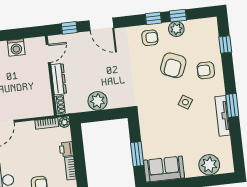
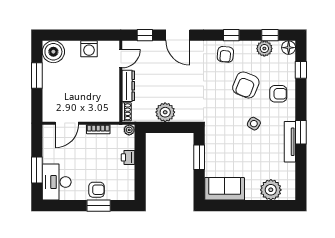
window: (178, 16) -> (270, 35), moved
floor lamp: (211, 24) -> (289, 48), added
plant: (176, 29) -> (264, 48), moved
armchair: (150, 38) -> (225, 54), turned 95
armchair: (206, 70) -> (278, 94), turned 180
bookcase: (47, 123) -> (98, 129), moved
window: (137, 154) -> (199, 157), moved
bookcase: (70, 168) -> (130, 177), removed

